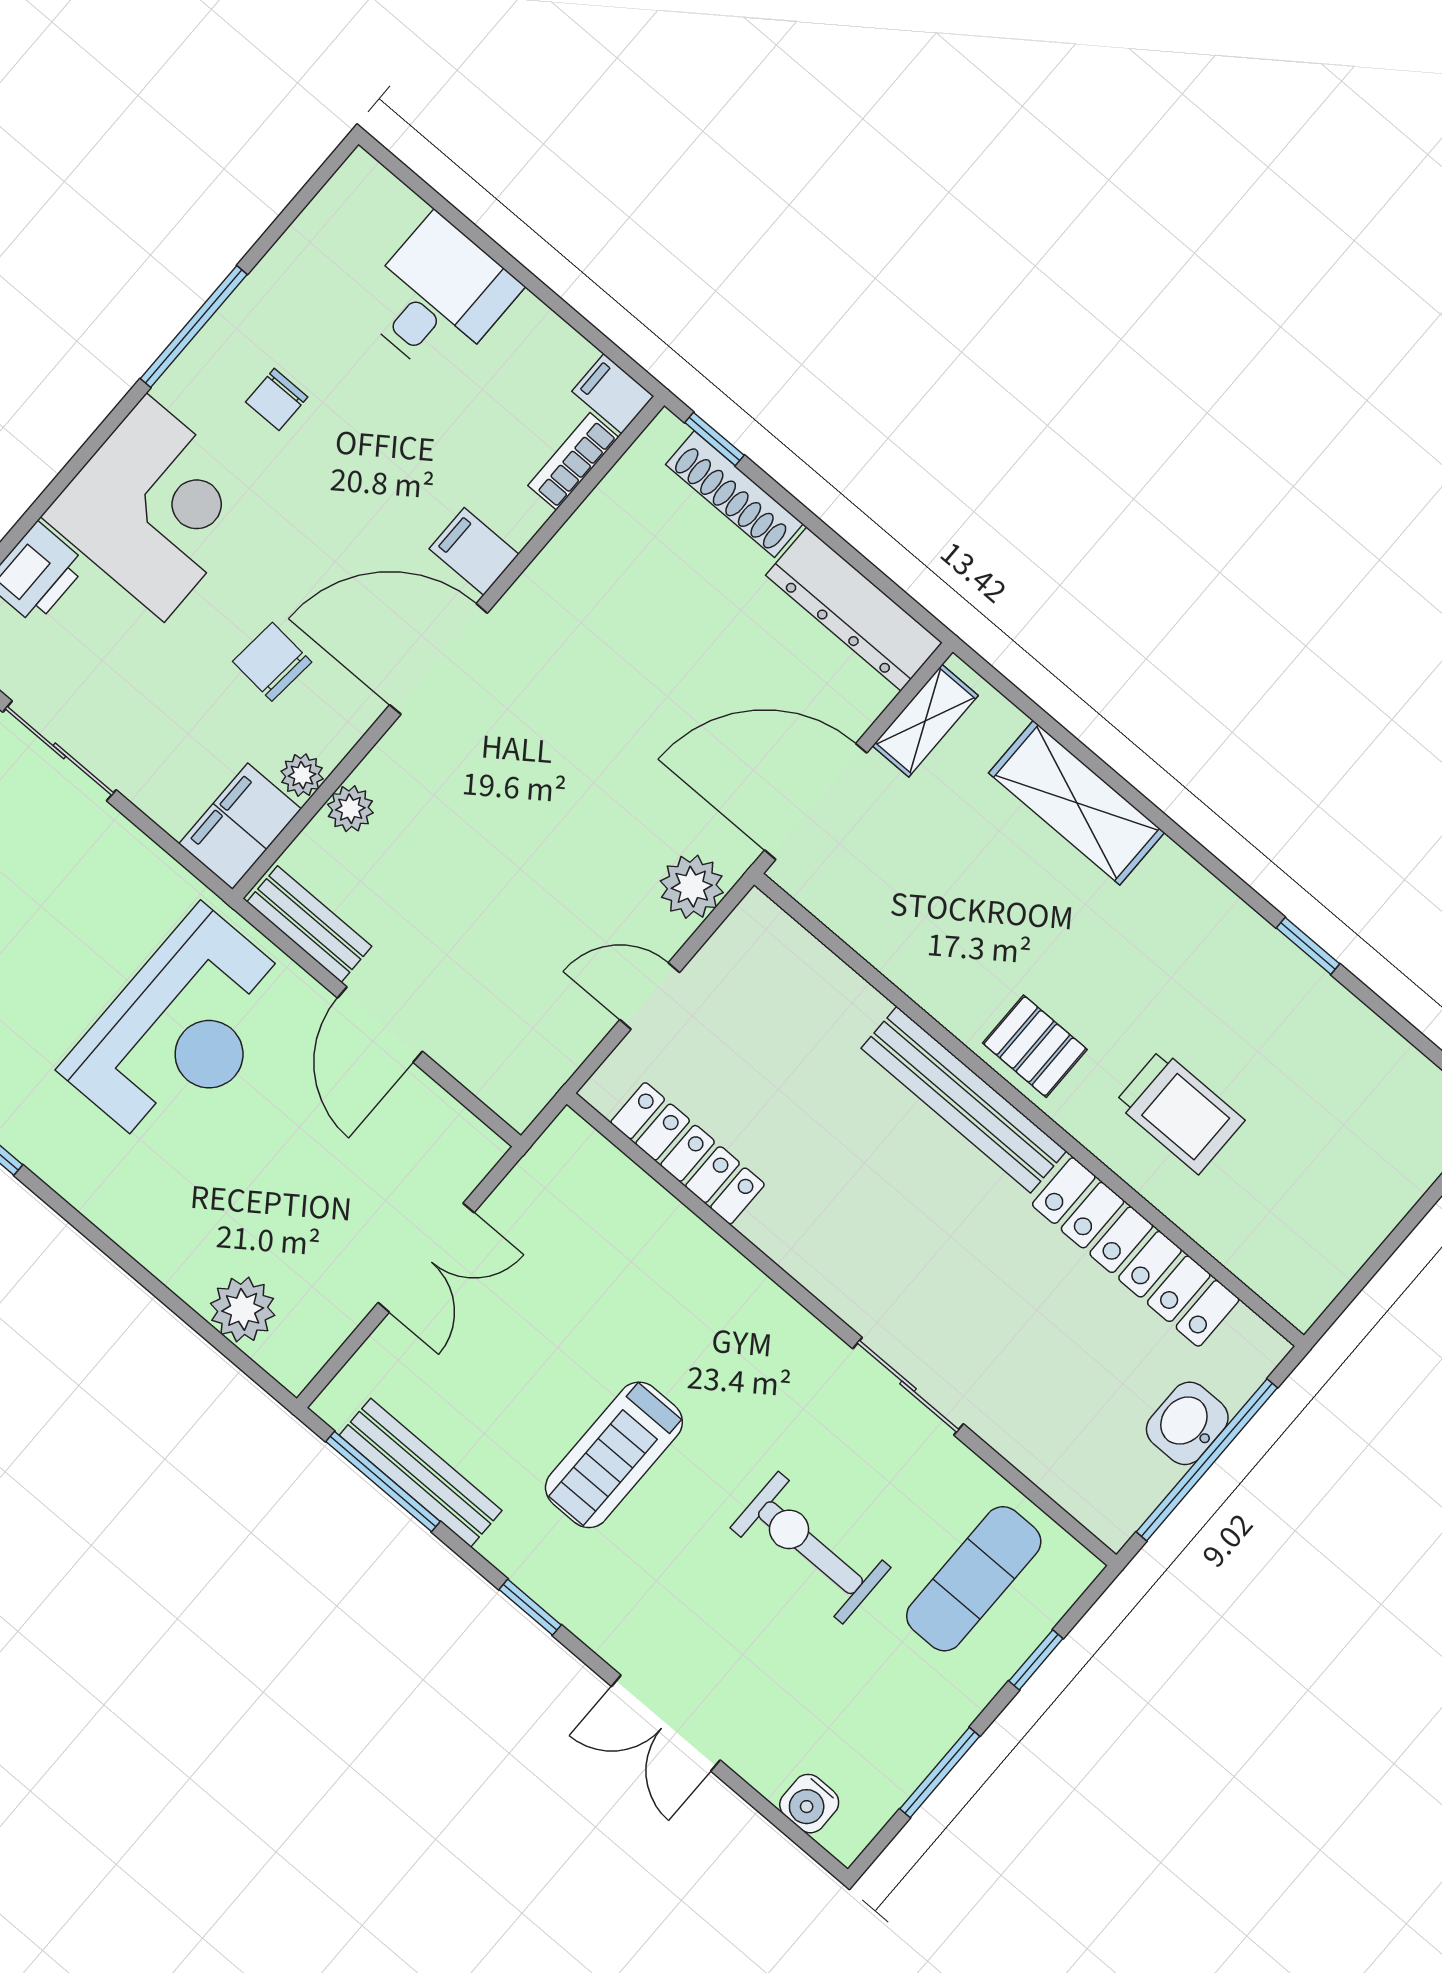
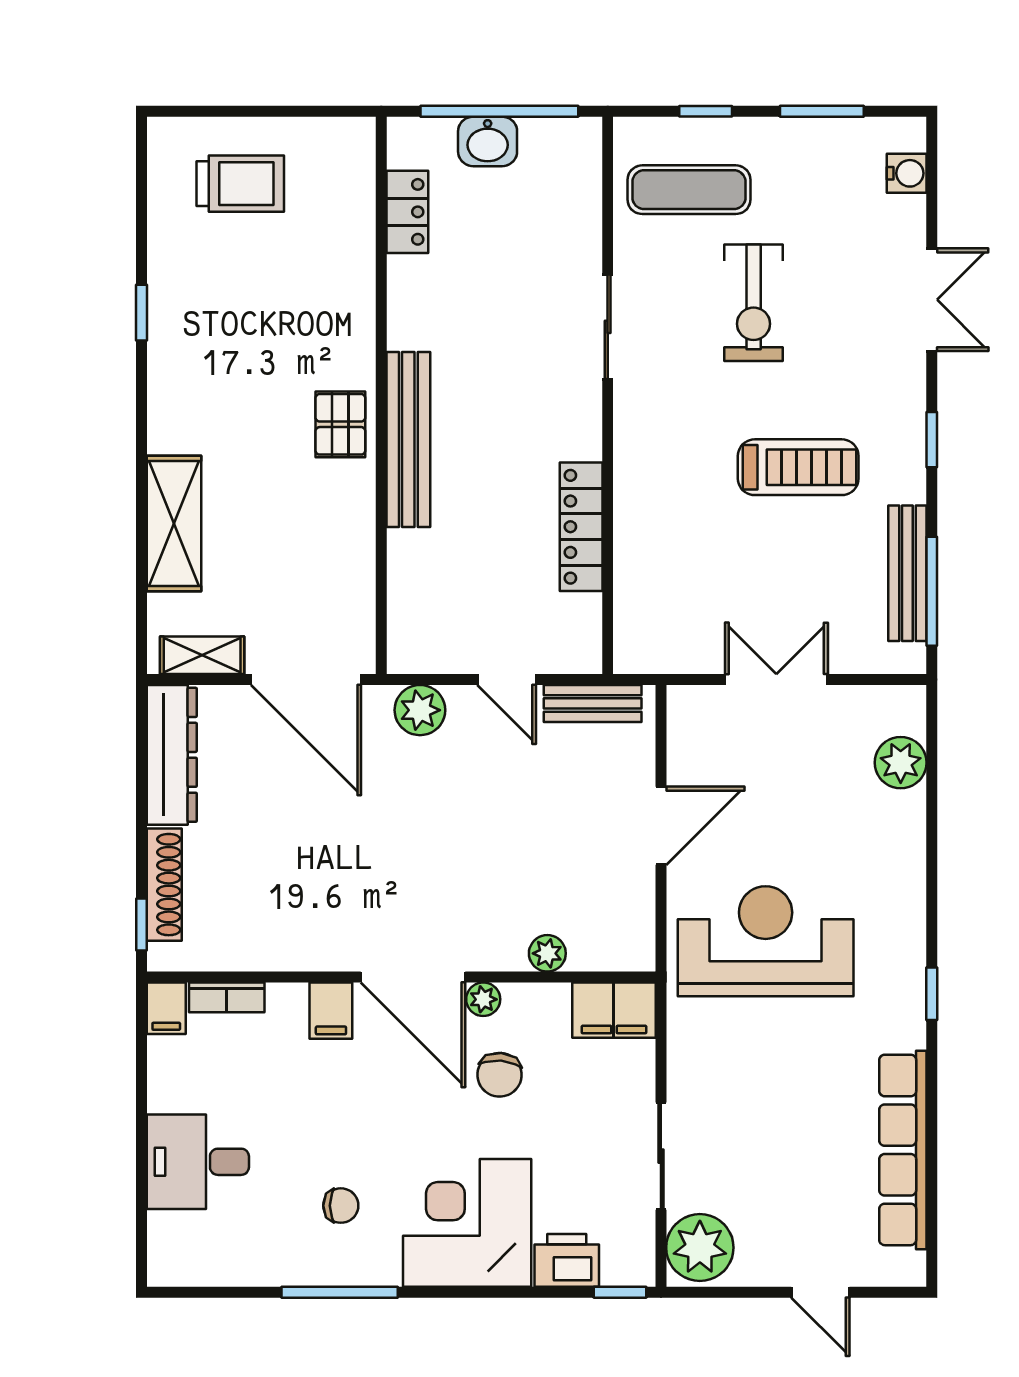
plant: (302, 775) -> (483, 999), moved
bench: (309, 924) -> (593, 703), moved, turned 90
trolley: (1180, 1112) -> (240, 184), moved, turned 90
locker: (688, 1153) -> (581, 527), moved
locker: (1136, 1252) -> (407, 212), width x0.46, depth x0.83

